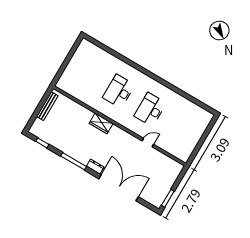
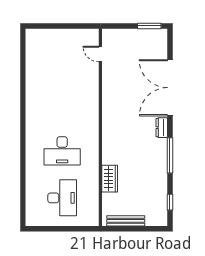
desk: (150, 110) -> (62, 198), moved, turned -90
wardrobe: (101, 123) -> (110, 179), moved
door: (148, 143) -> (100, 54), moved

